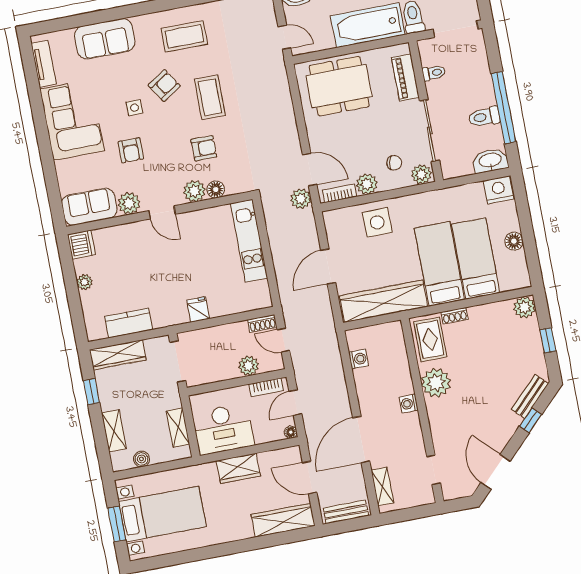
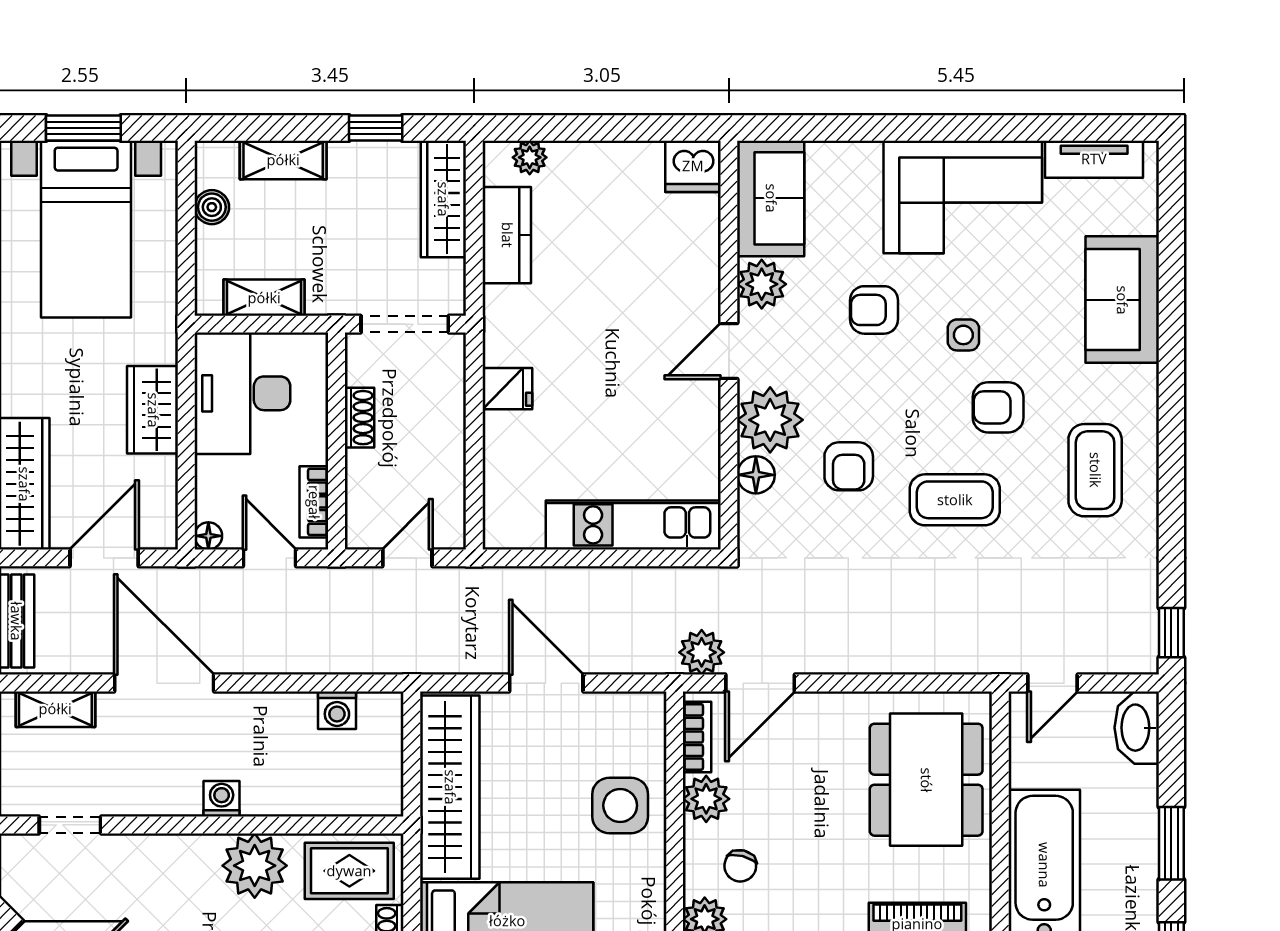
armchair: (164, 86) -> (998, 407), turned 123
plant: (194, 191) -> (770, 420), width x1.36, depth x1.36
plant: (84, 282) -> (530, 157), moved
shoe rack: (262, 324) -> (360, 418), moved, turned 180
plant: (249, 366) -> (367, 473), removed

